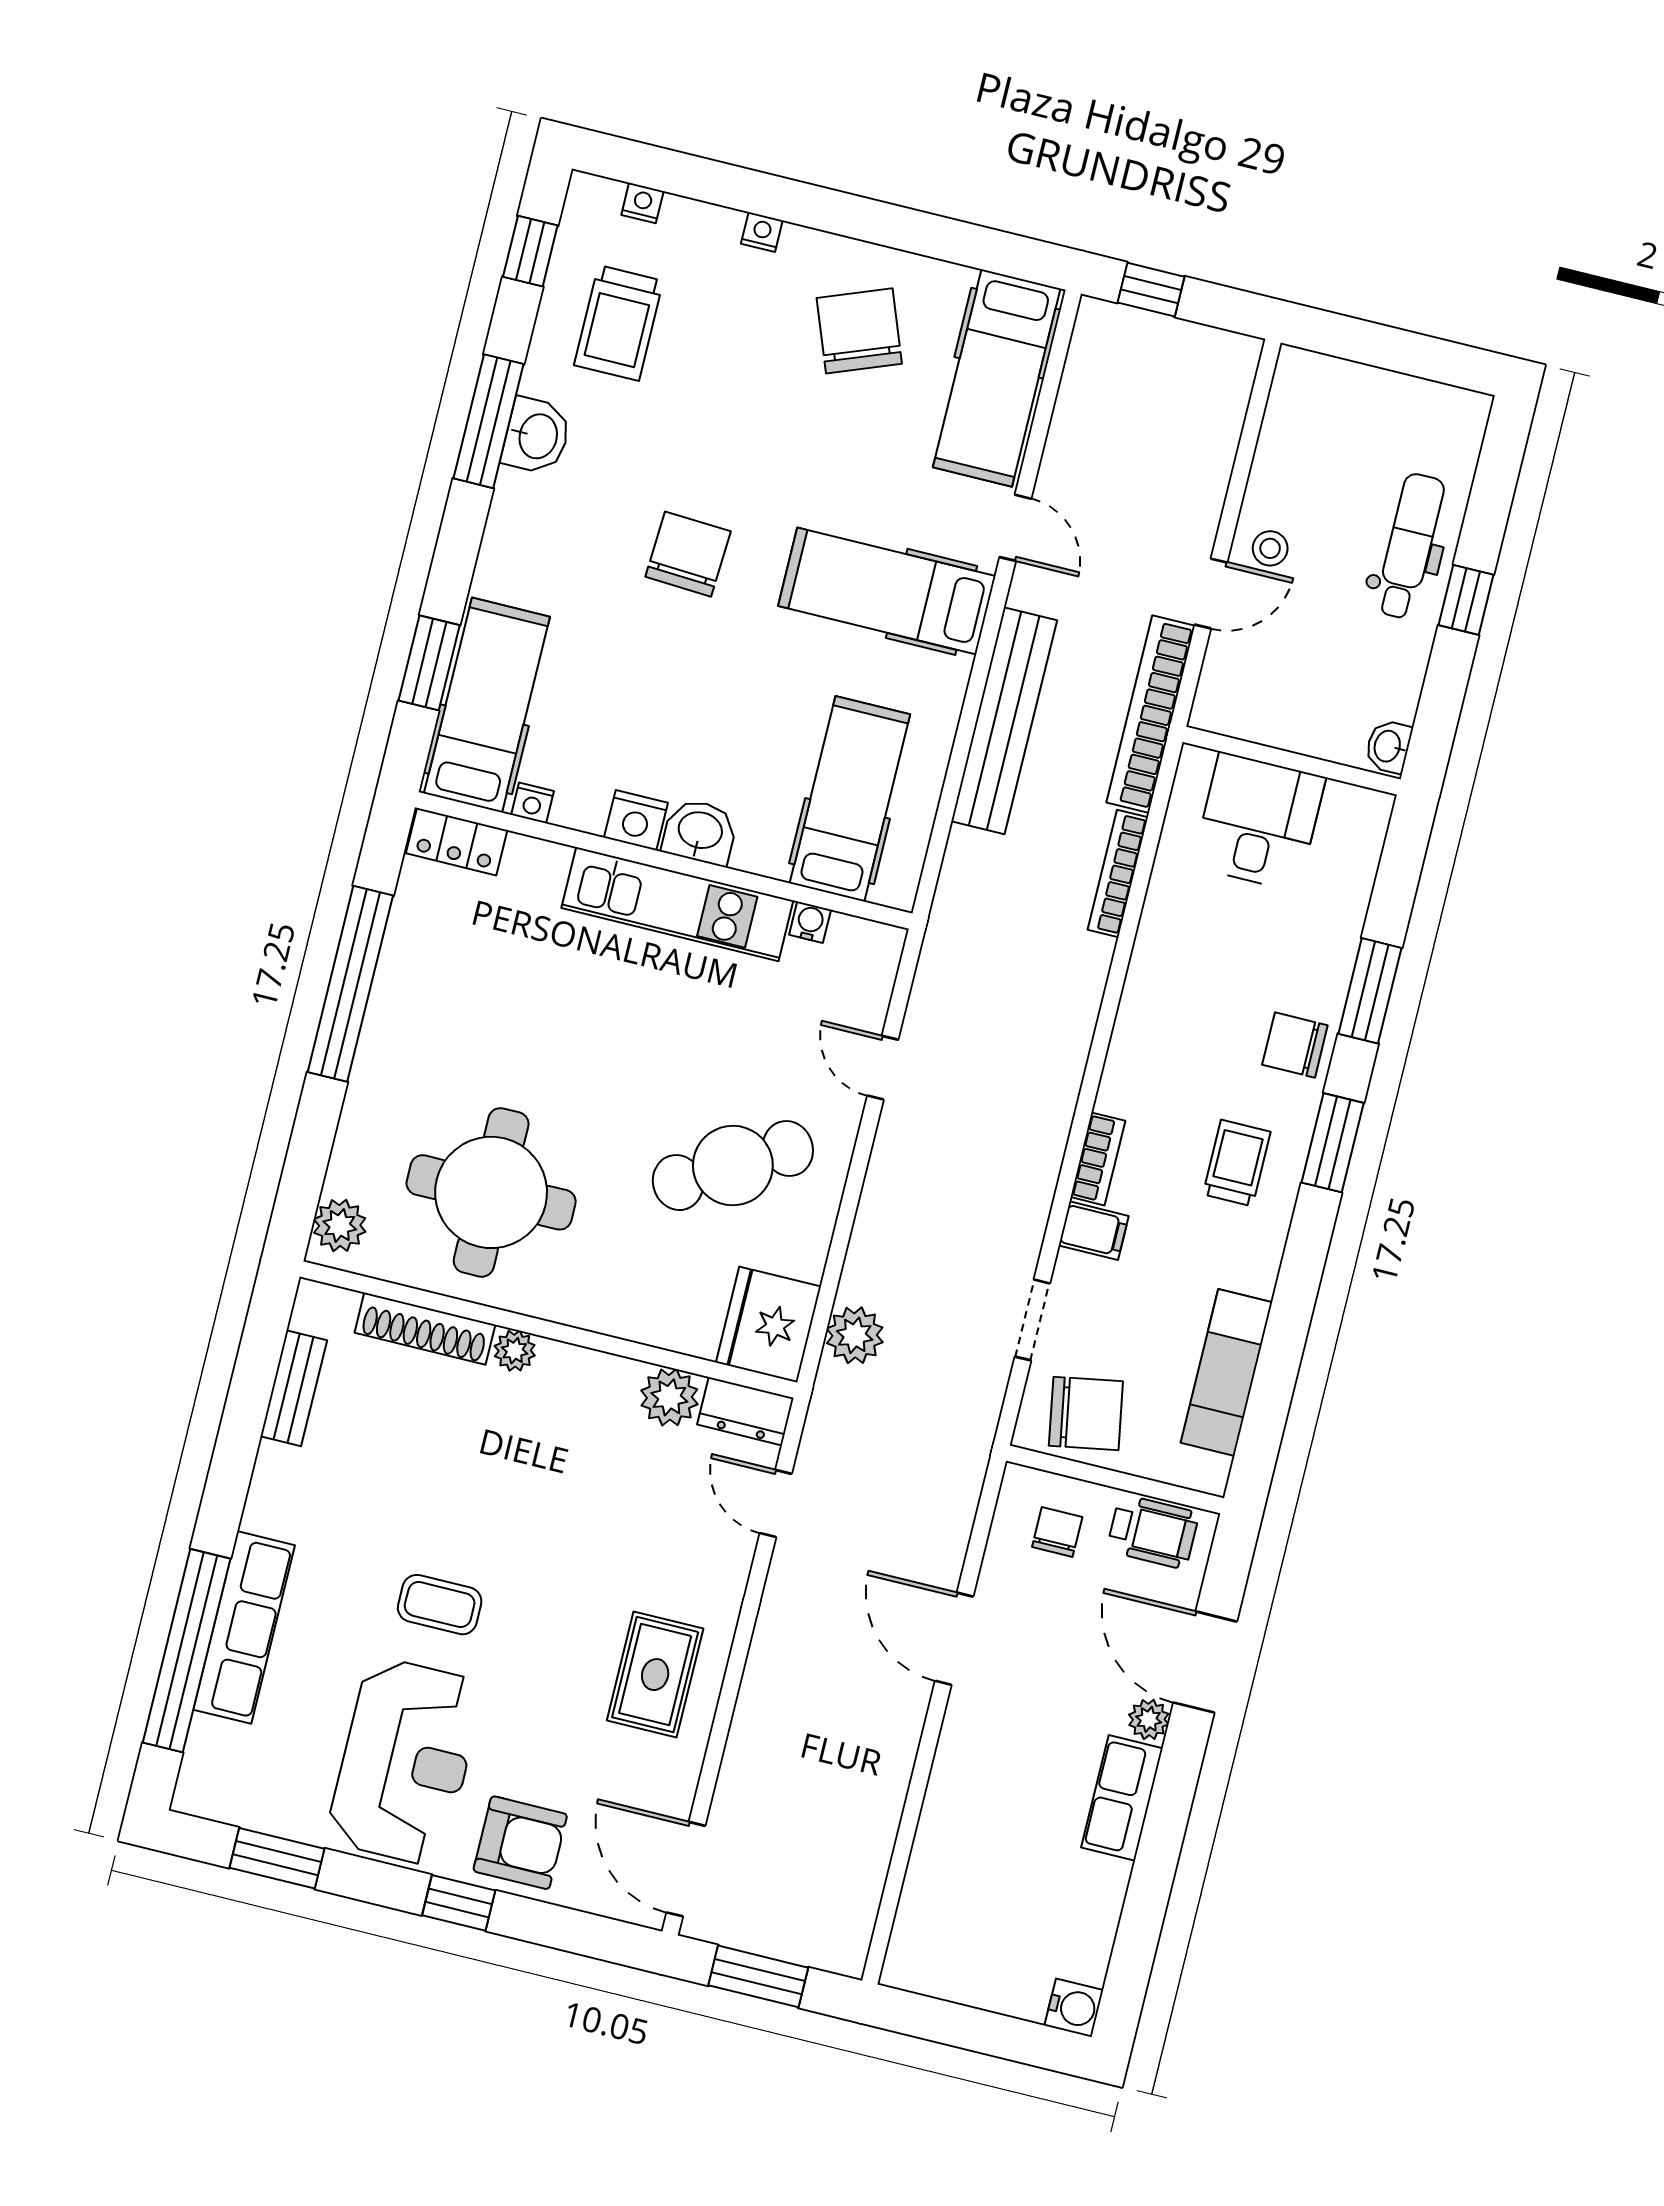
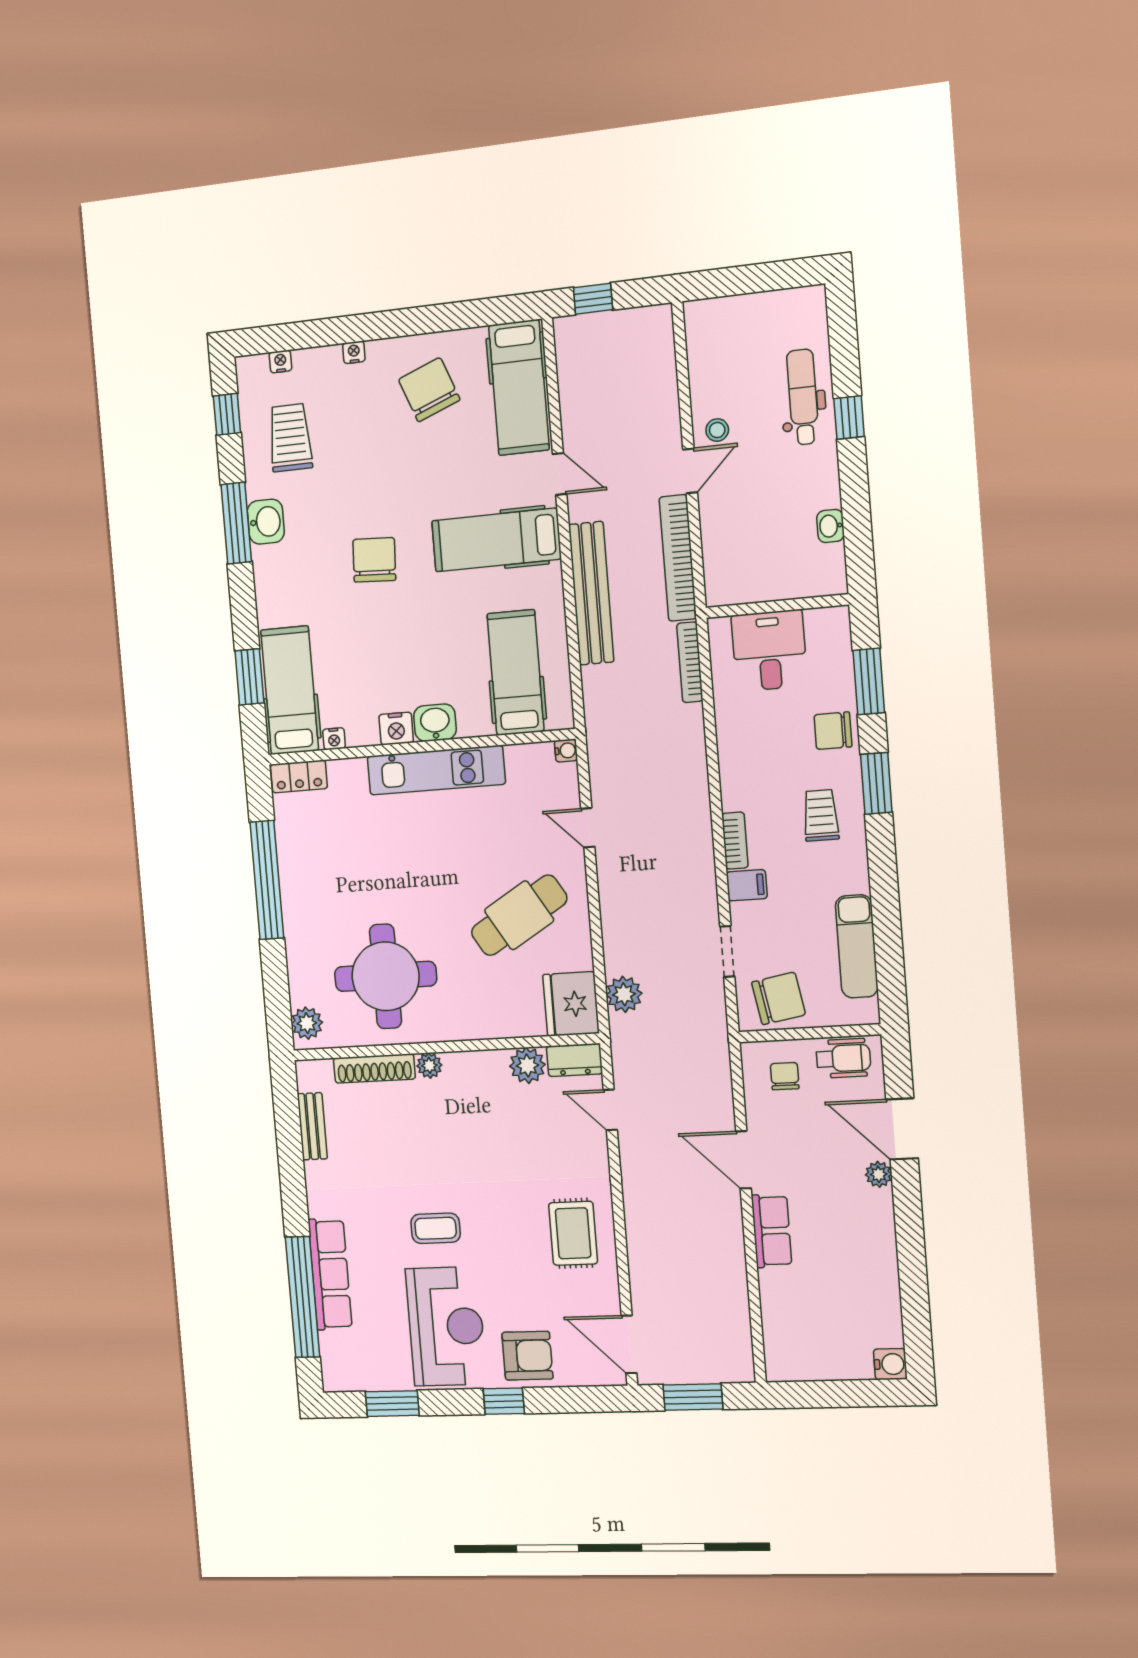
trolley: (619, 323) -> (290, 438), turned 180
wall: (1292, 761) -> (777, 606), moved
desk: (1259, 822) -> (769, 651), moved
water cooler: (810, 922) -> (566, 750), moved, turned 90
row of seats: (1122, 1798) -> (772, 1231), moved, turned 180

